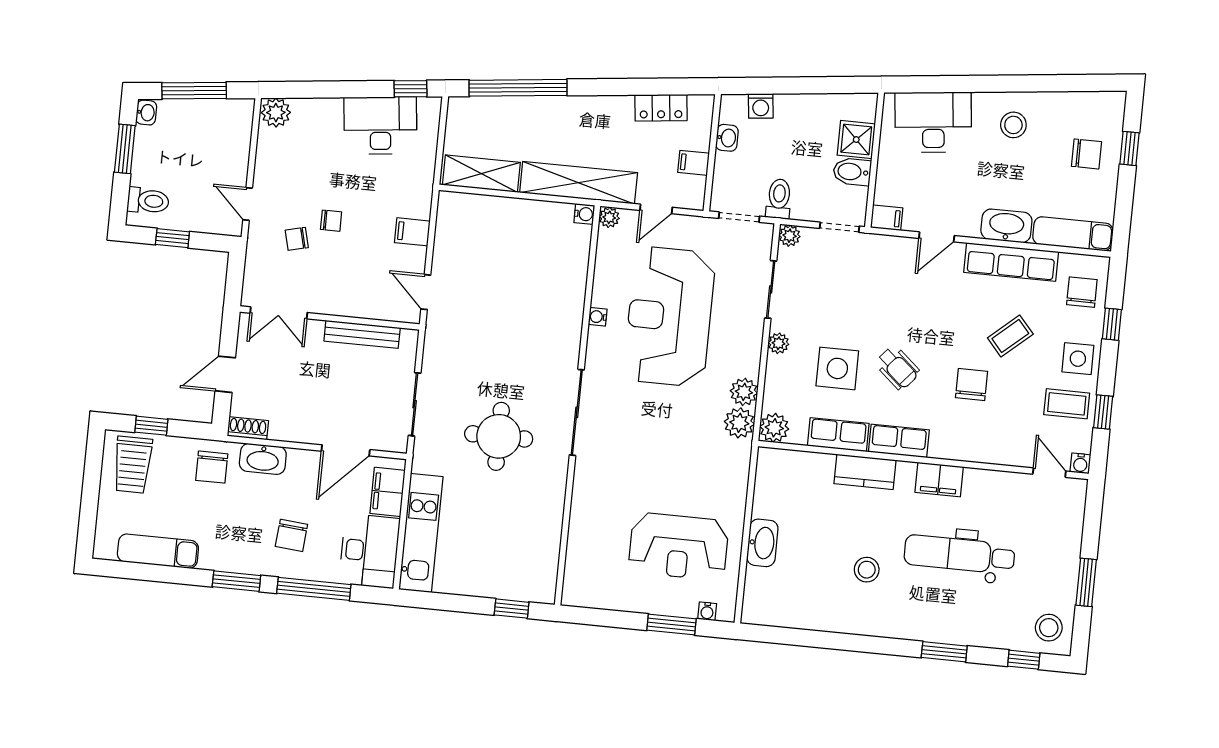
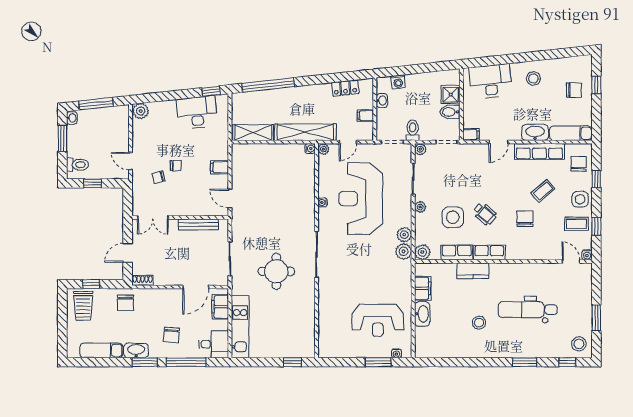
washbasin: (263, 459) -> (136, 350), moved, turned 180
filing cabinet: (939, 480) -> (423, 288), moved, turned -90
desk: (369, 551) -> (214, 344), width x0.73

